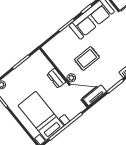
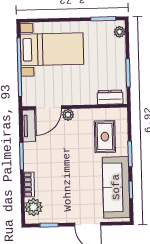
rug: (87, 58) -> (105, 137), moved
dresser: (56, 78) -> (110, 97), moved

